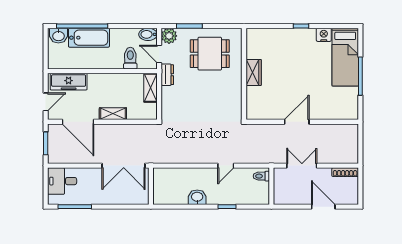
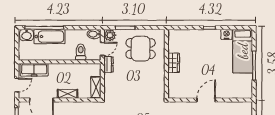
door: (159, 54) -> (102, 49), swing flipped
shelving: (151, 88) -> (96, 87), moved

